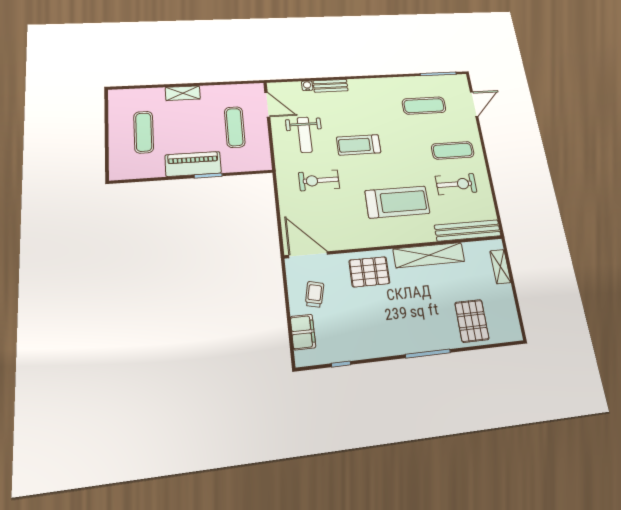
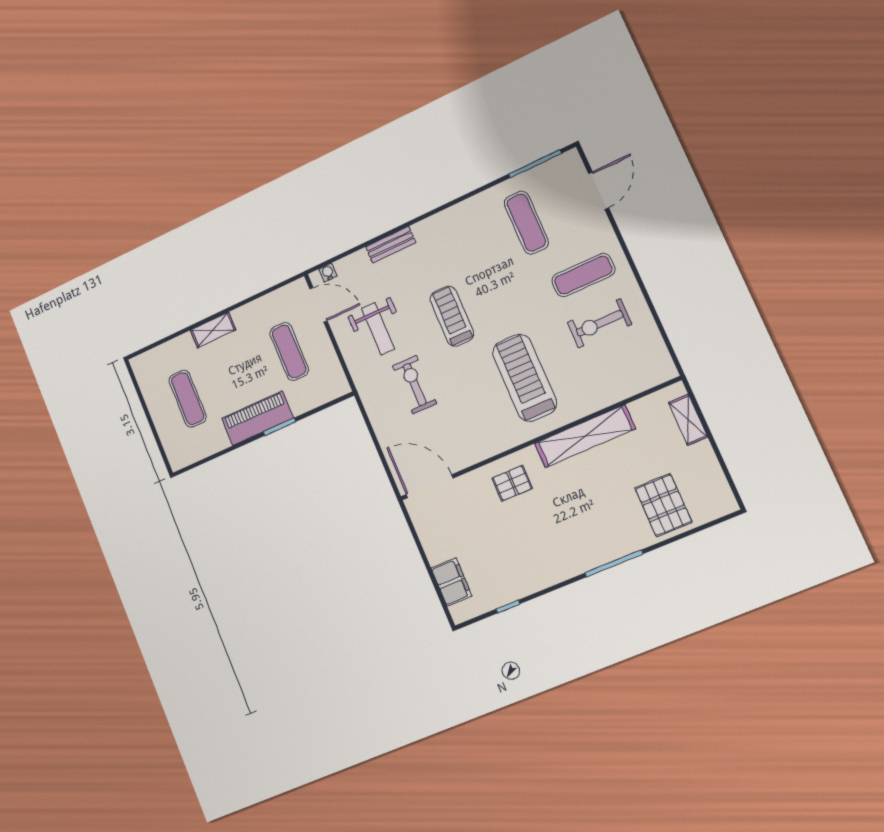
water cooler: (307, 86) -> (328, 273), moved
exercise mat: (424, 106) -> (526, 223), turned 90
treadmill: (359, 145) -> (452, 316), turned 90
exercise bike: (319, 180) -> (415, 385), turned 90
exercise bike: (456, 184) -> (600, 323), turned 180
treadmill: (397, 202) -> (524, 378), turned -90
bench: (468, 230) -> (631, 384), removed
pallet: (369, 272) -> (512, 483), width x0.67, depth x0.71
trolley: (315, 294) -> (452, 533), removed

